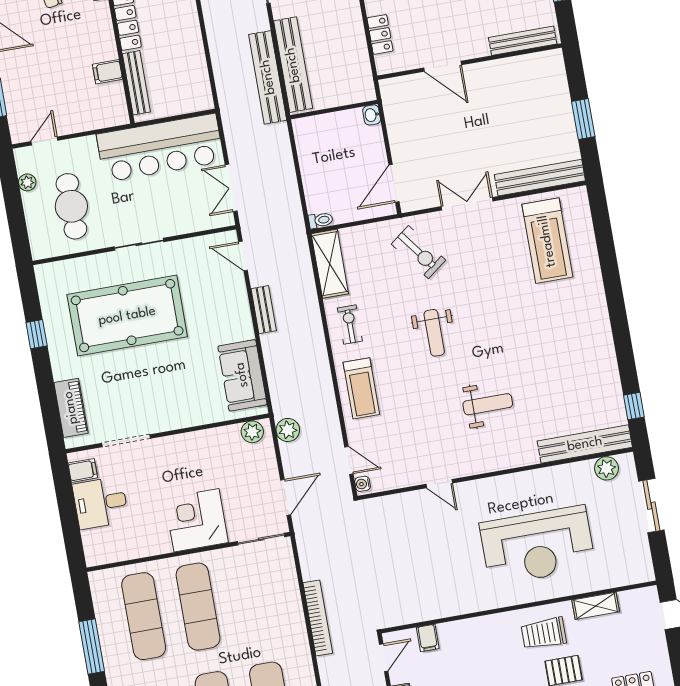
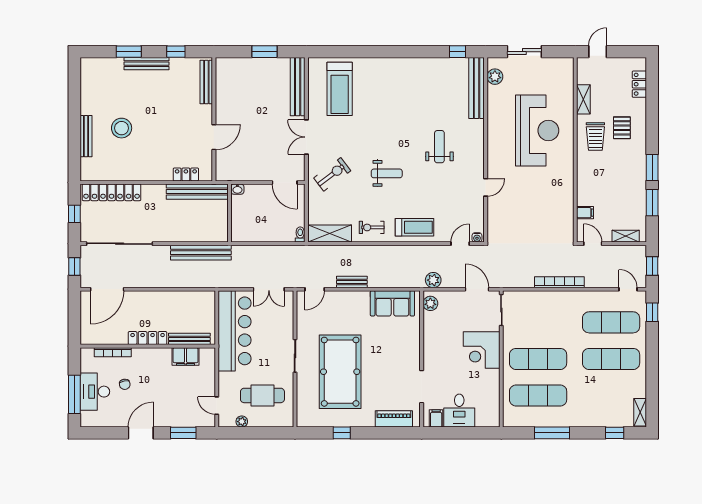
bench: (293, 65) -> (197, 192), moved
filing cabinet: (107, 72) -> (186, 356), width x2.00
treadmill: (547, 241) -> (340, 89), turned 90

